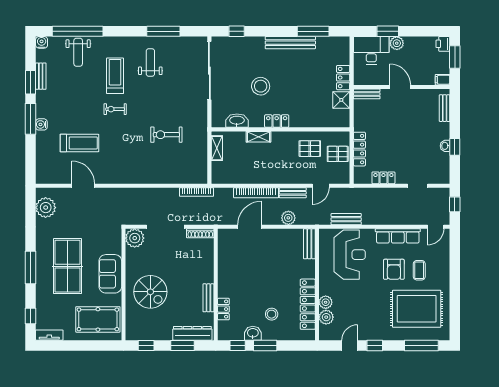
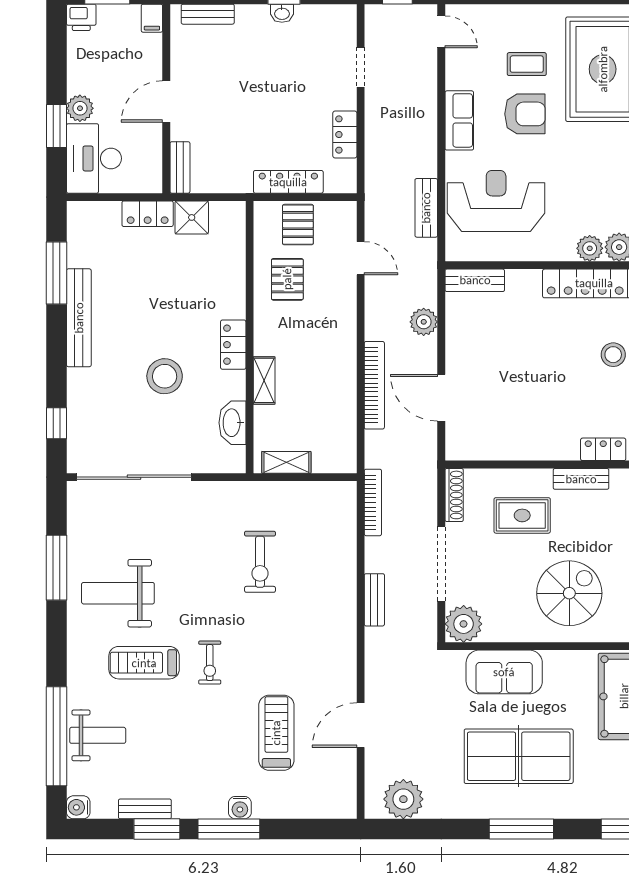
weight bench: (150, 62) -> (118, 593), width x1.36, depth x1.33
bench: (293, 193) -> (374, 600), moved
row of seats: (398, 236) -> (459, 120), width x0.68
rug: (190, 268) -> (522, 515), added
sofa: (110, 274) -> (504, 672), moved

